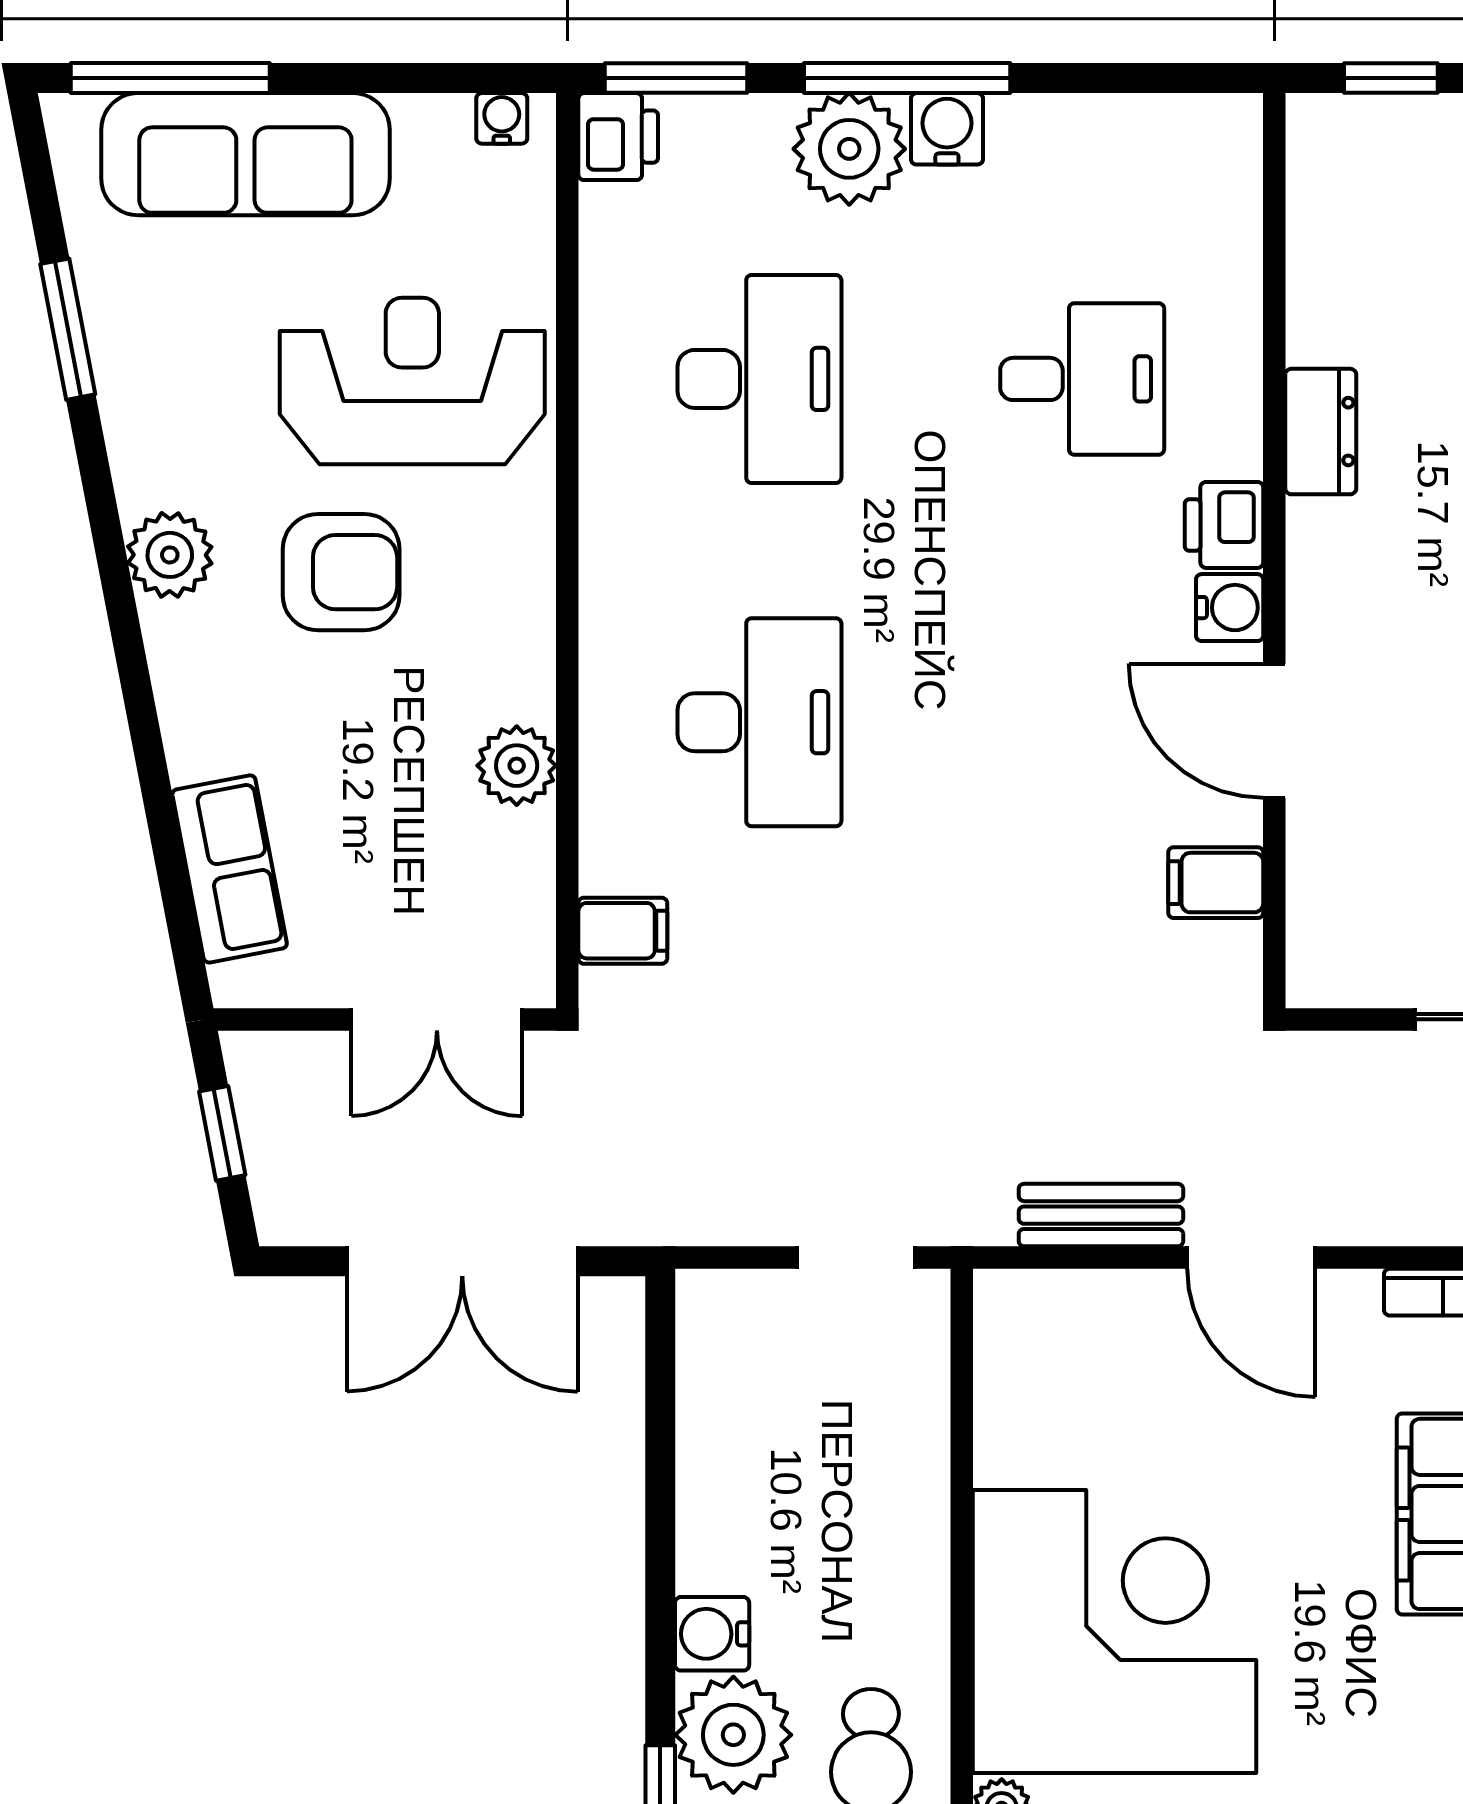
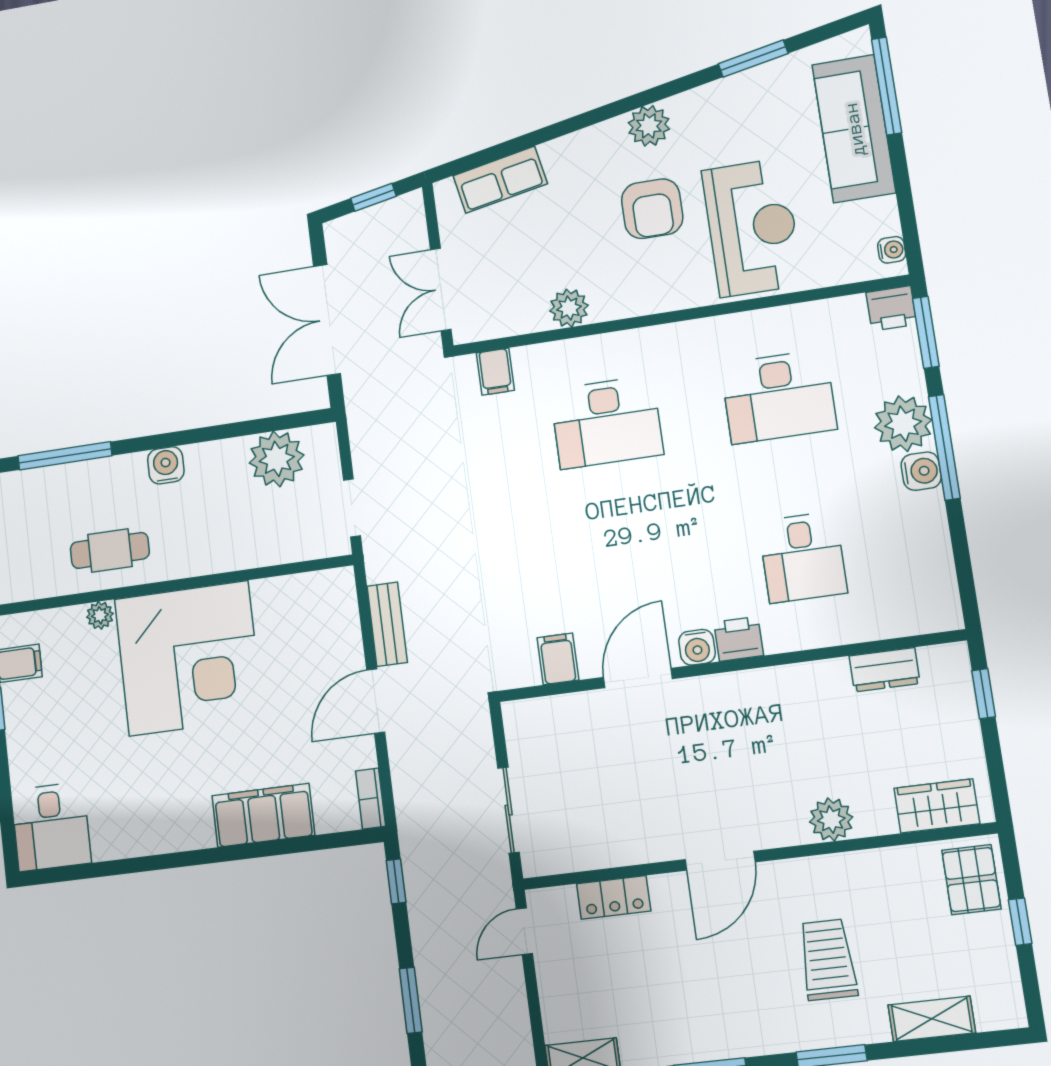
dresser: (1321, 432) -> (885, 670), moved
plant: (733, 1735) -> (277, 459), moved

